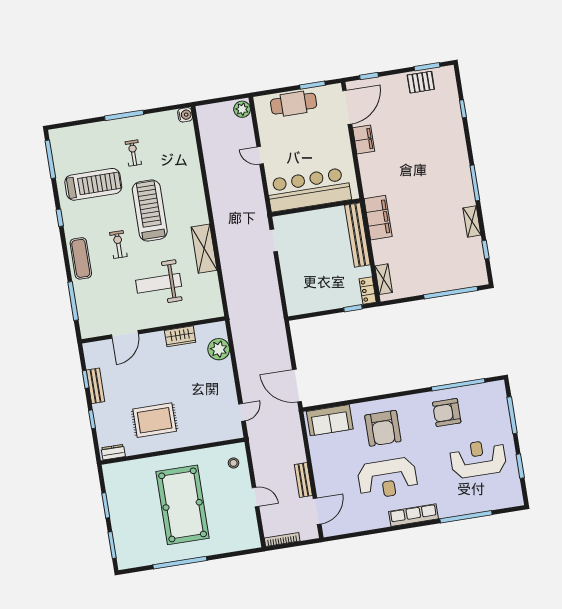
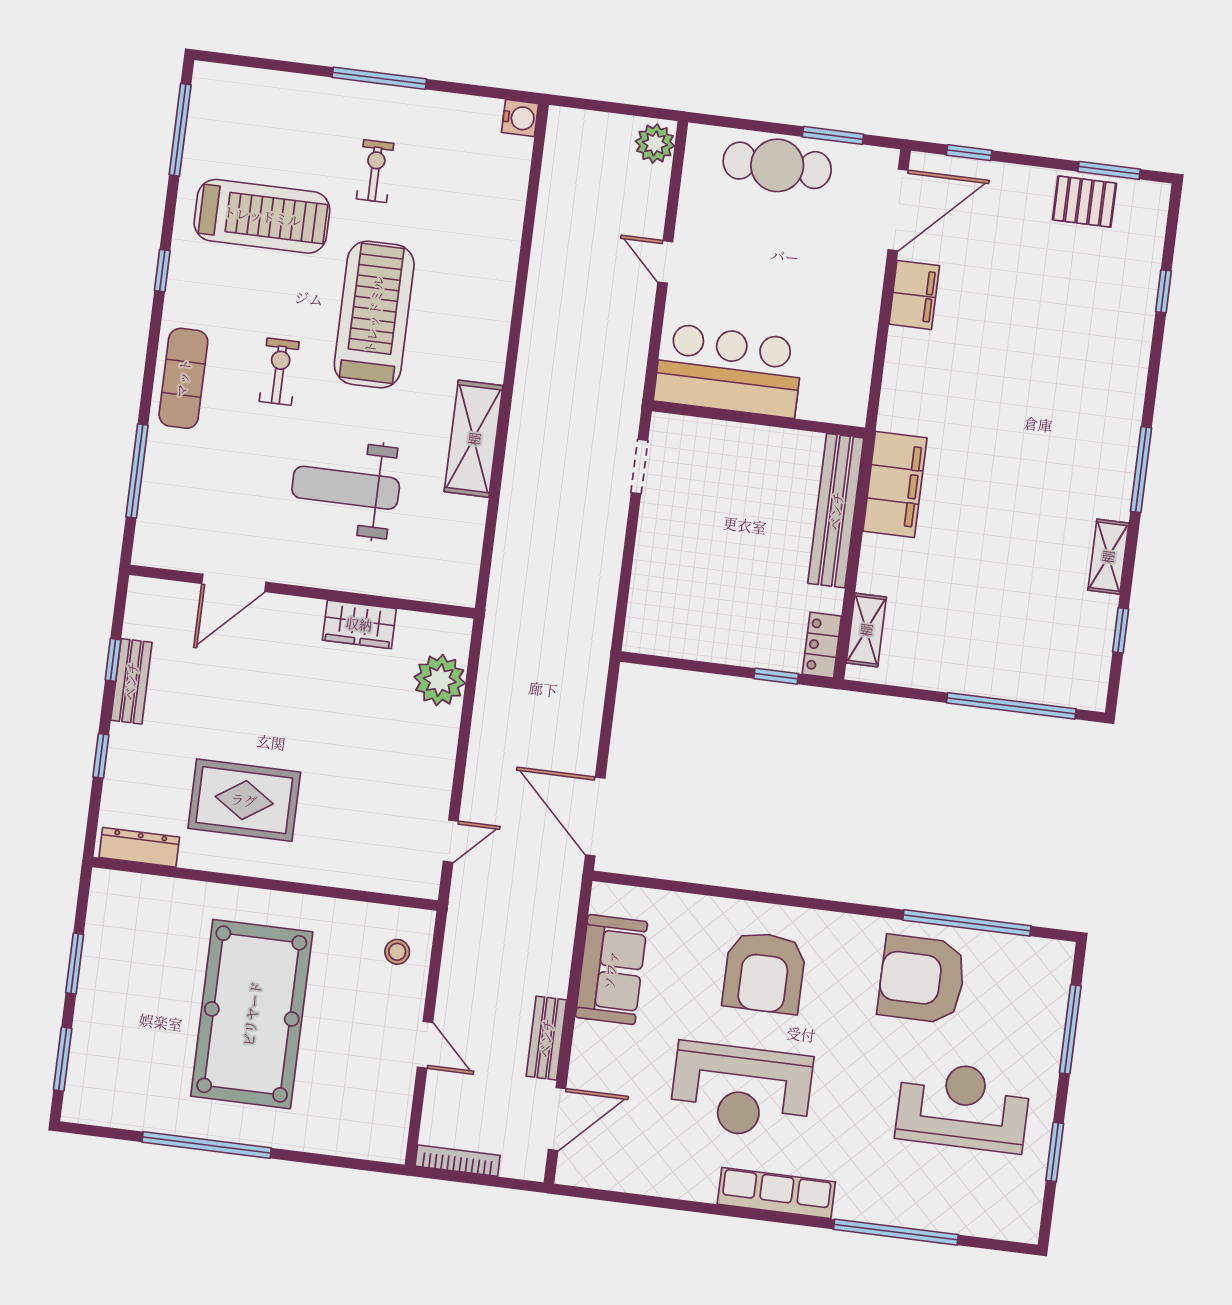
bar counter: (309, 190) -> (729, 370), width x0.73
armchair: (447, 412) -> (922, 979), width x1.36, depth x1.36
sofa: (330, 420) -> (611, 970), moved, turned -90
dresser: (113, 452) -> (139, 847), width x1.44

